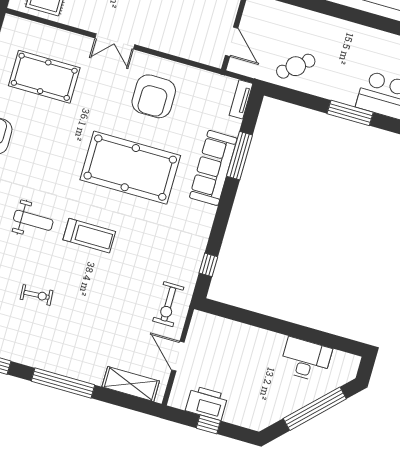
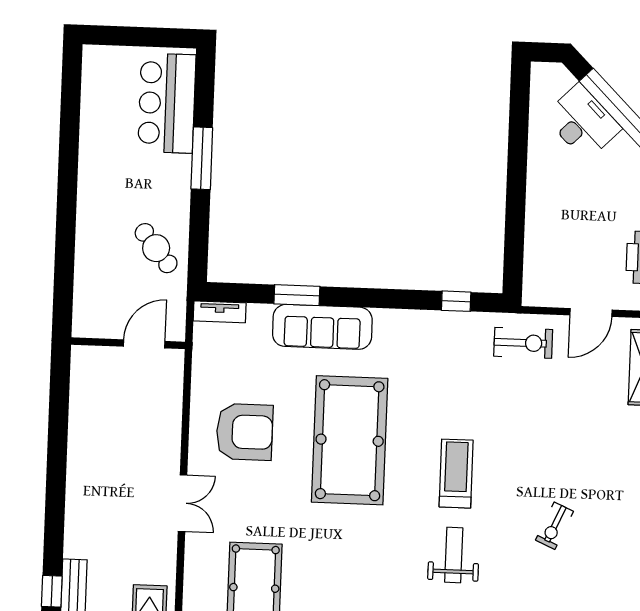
window: (240, 156) -> (297, 295), width x0.69
exercise bike: (37, 295) -> (555, 526), turned -152
desk: (306, 360) -> (583, 122), moved, turned 135

